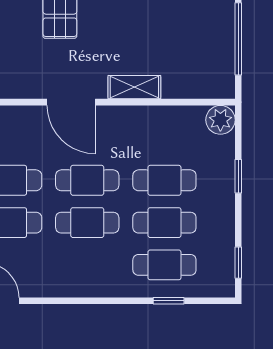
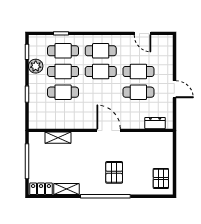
shelving: (134, 87) -> (58, 138), moved
plant: (220, 120) -> (36, 66), moved
cafe table: (87, 180) -> (101, 51), moved

